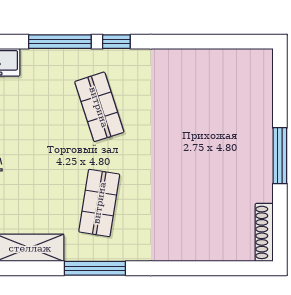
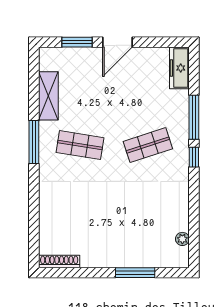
plant: (232, 58) -> (182, 239), added
window: (280, 156) -> (135, 273), moved

